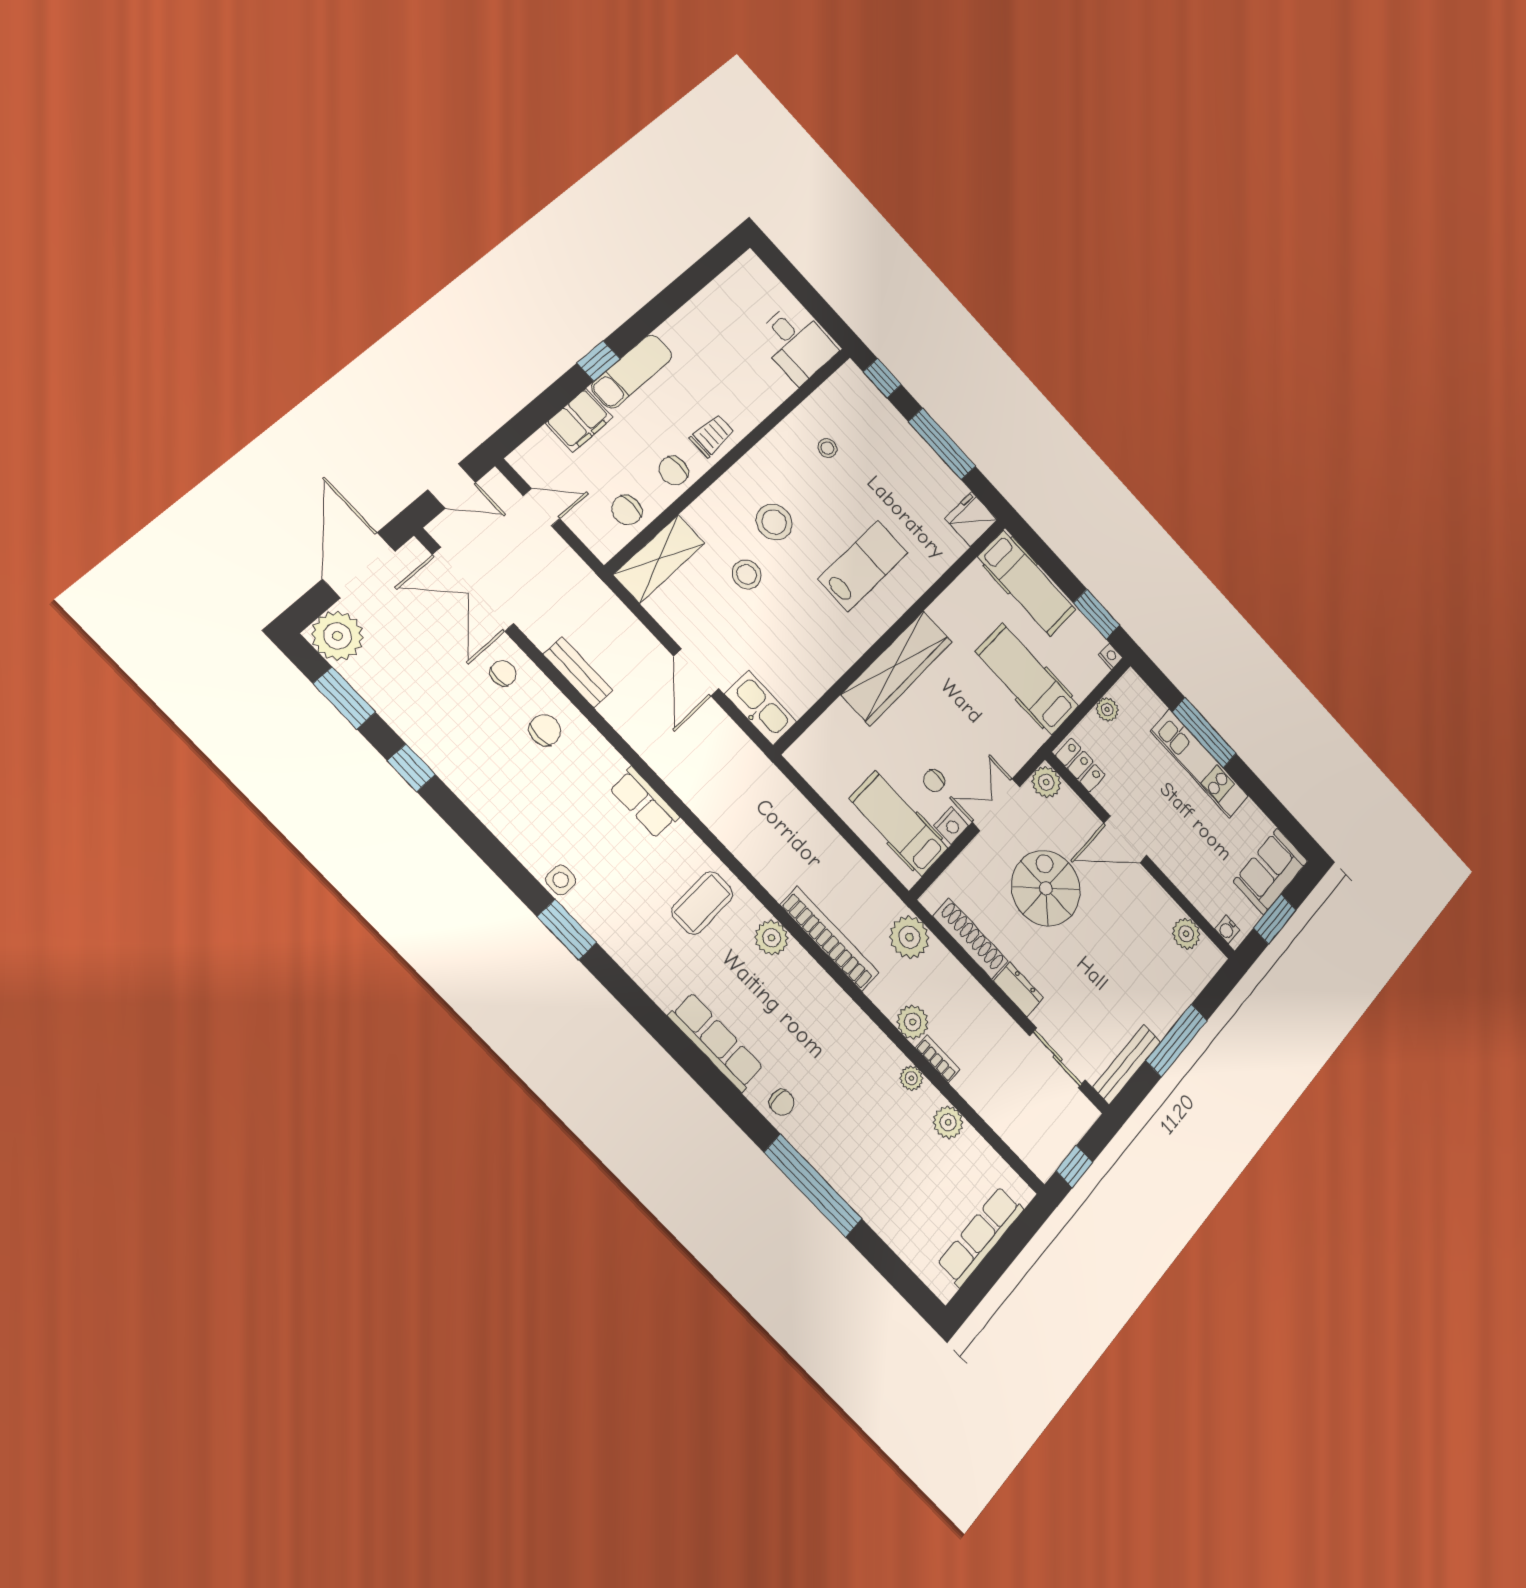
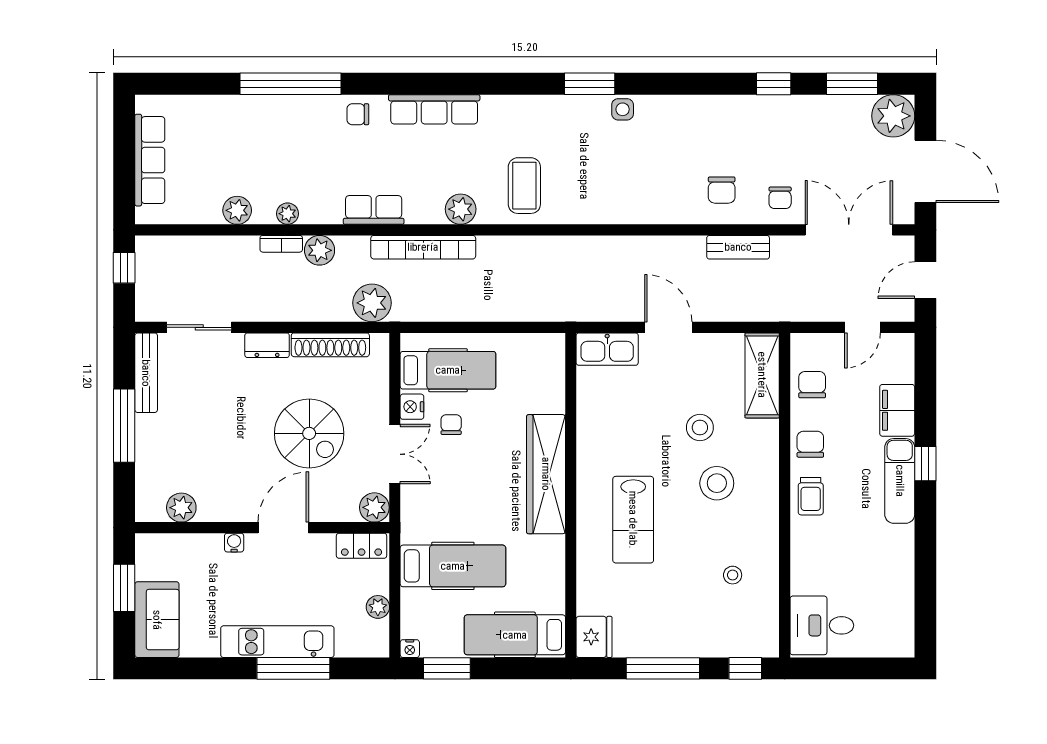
row of seats: (644, 802) -> (374, 210), moved
water cooler: (1227, 929) -> (234, 543), moved

